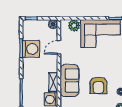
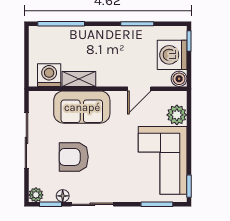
door: (59, 47) -> (139, 89), swing flipped
washing machine: (31, 49) -> (172, 55), moved, turned 90

